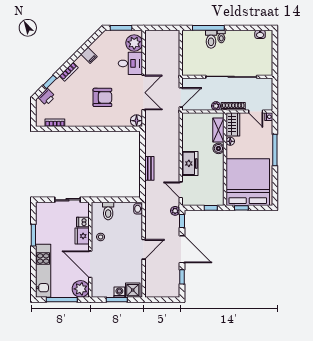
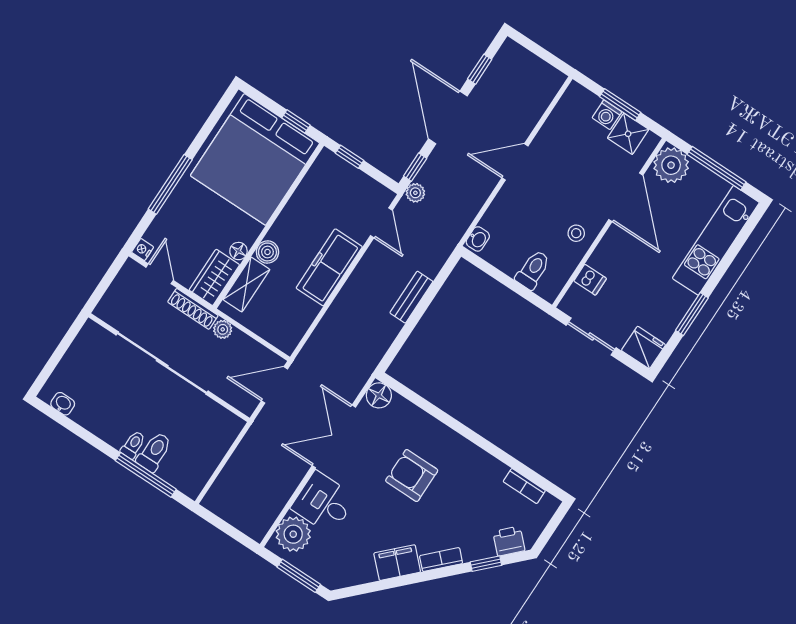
filing cabinet: (89, 55) -> (397, 563), width x2.00
freezer: (190, 163) -> (329, 267), width x1.40
fridge: (82, 236) -> (643, 348), moved, turned -90
shower: (133, 290) -> (628, 134), moved

